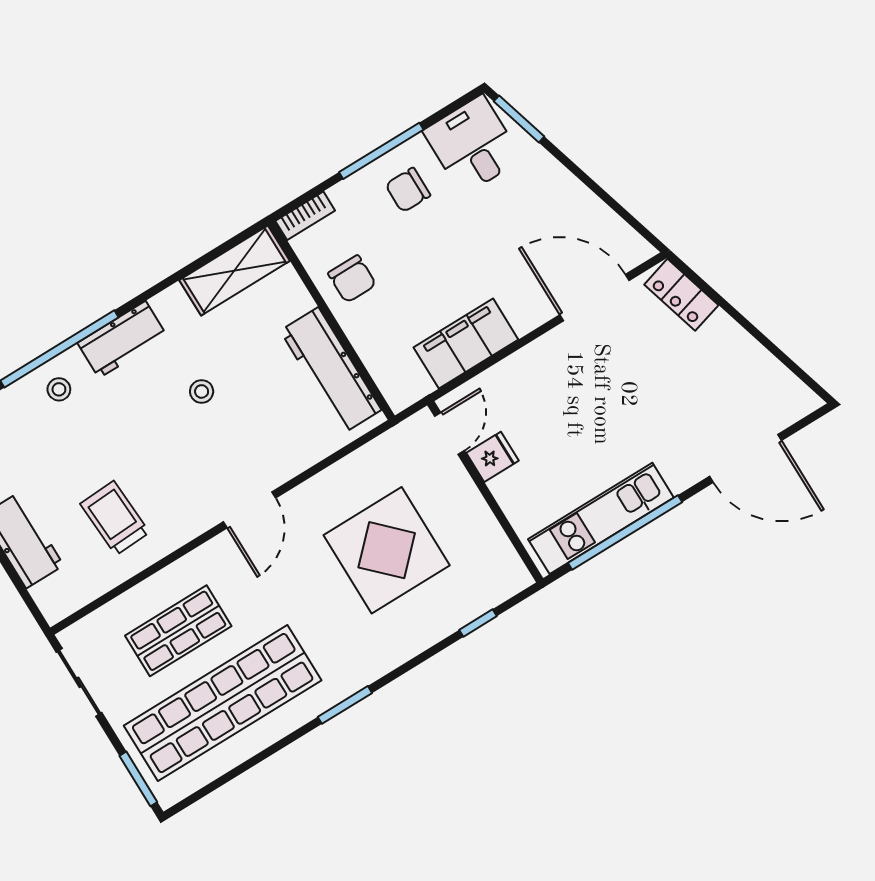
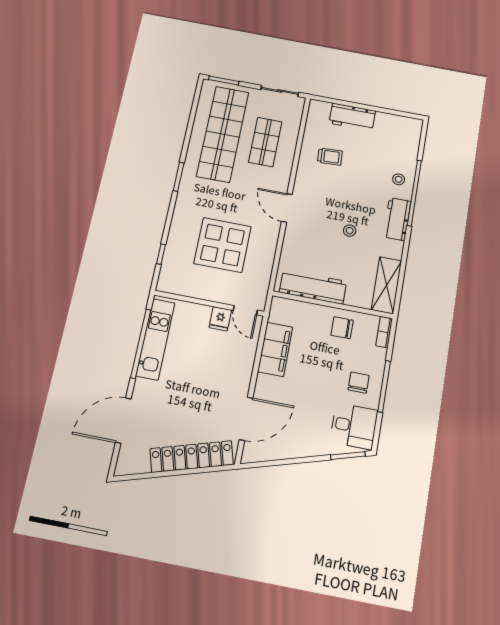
locker: (681, 295) -> (192, 457), width x2.16, depth x1.21
trolley: (115, 518) -> (330, 157), width x0.73, depth x0.72

